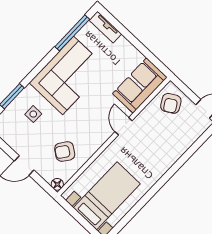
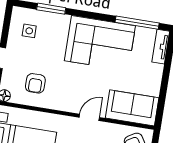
side table: (33, 114) -> (29, 31), moved
armchair: (65, 152) -> (35, 83), turned -126

